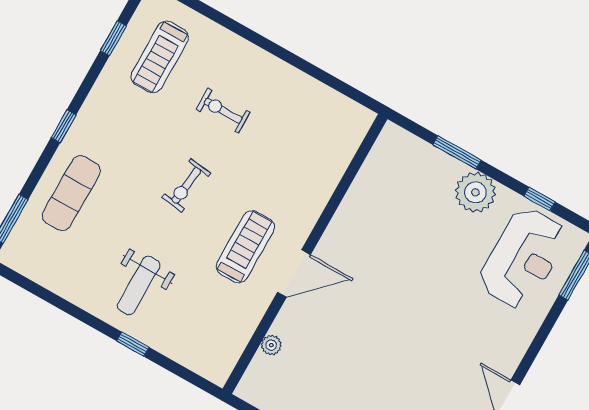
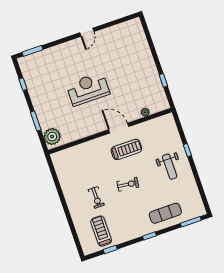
treadmill: (160, 57) -> (101, 231), turned -90
plant: (476, 192) -> (52, 137), moved
treadmill: (245, 247) -> (126, 150), turned 180
reception desk: (523, 258) -> (88, 89), moved
weight bench: (139, 285) -> (170, 167), turned 90

